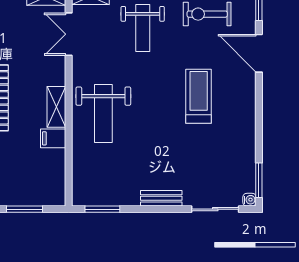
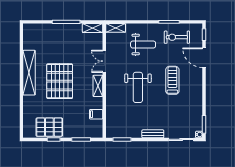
weight bench: (143, 28) -> (143, 45), turned -90
double door: (69, 34) -> (104, 61), moved
weight bench: (103, 114) -> (138, 87), moved
filing cabinet: (53, 138) -> (96, 114), moved

